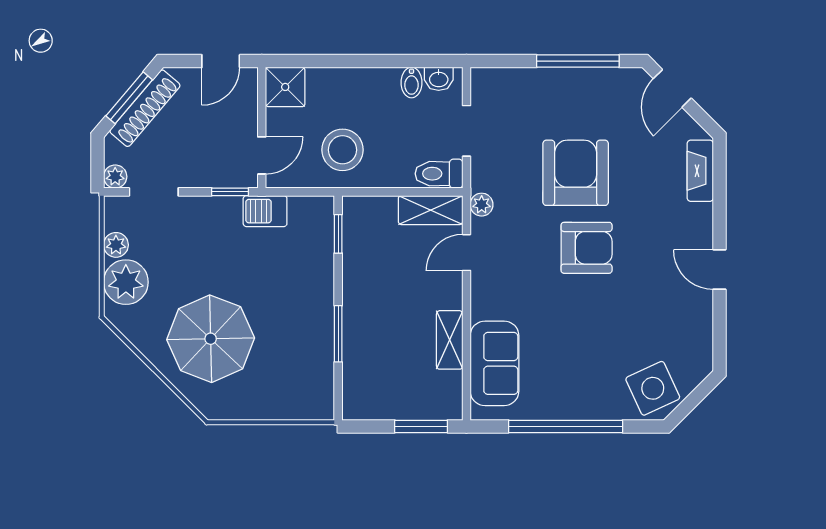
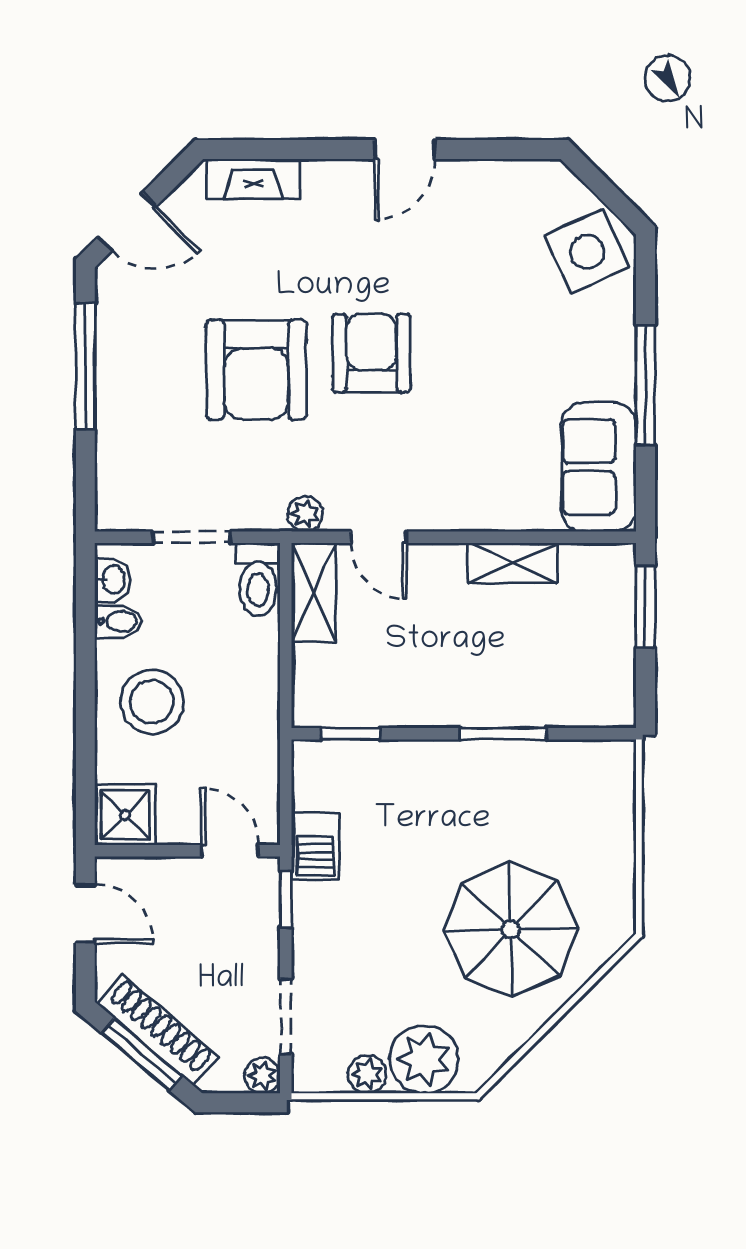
stool: (343, 150) -> (152, 702), moved
armchair: (576, 173) -> (257, 370), turned -90
sofa: (495, 363) -> (599, 467), moved, turned -90
window: (566, 426) -> (645, 385), width x0.68

